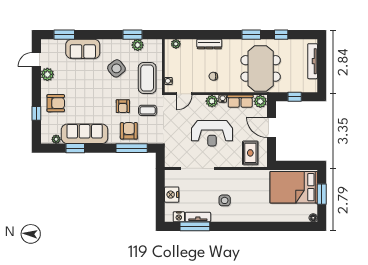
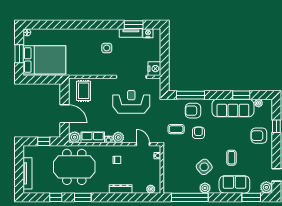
window: (132, 35) -> (190, 197), width x2.11
plant: (138, 45) -> (205, 188), moved
meeting table: (261, 68) -> (74, 167), turned 90
plant: (47, 74) -> (266, 187), moved
coffee table: (147, 78) -> (231, 158), moved, width x0.54, depth x0.58
door: (184, 94) -> (143, 144), hinge flipped
armchair: (129, 131) -> (193, 111), turned 90
reception desk: (212, 133) -> (131, 102), moved
nightstand: (172, 195) -> (154, 69), moved
window: (195, 226) -> (134, 25), width x0.69

